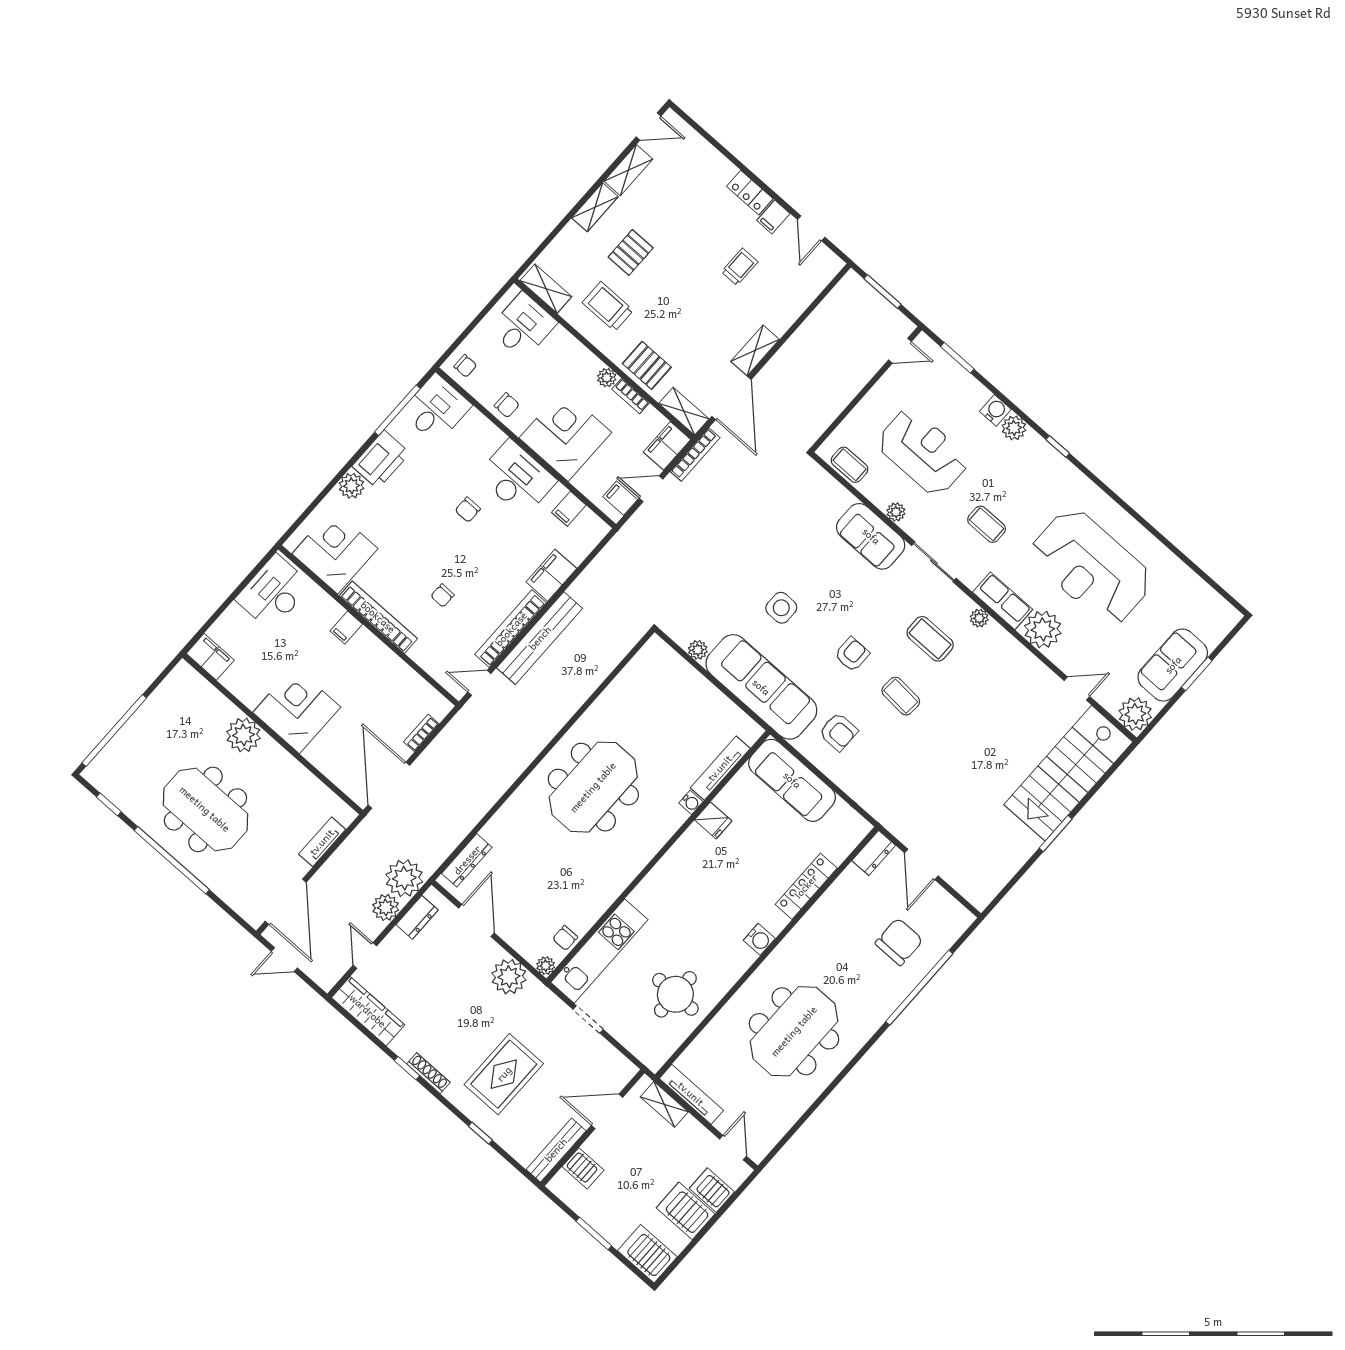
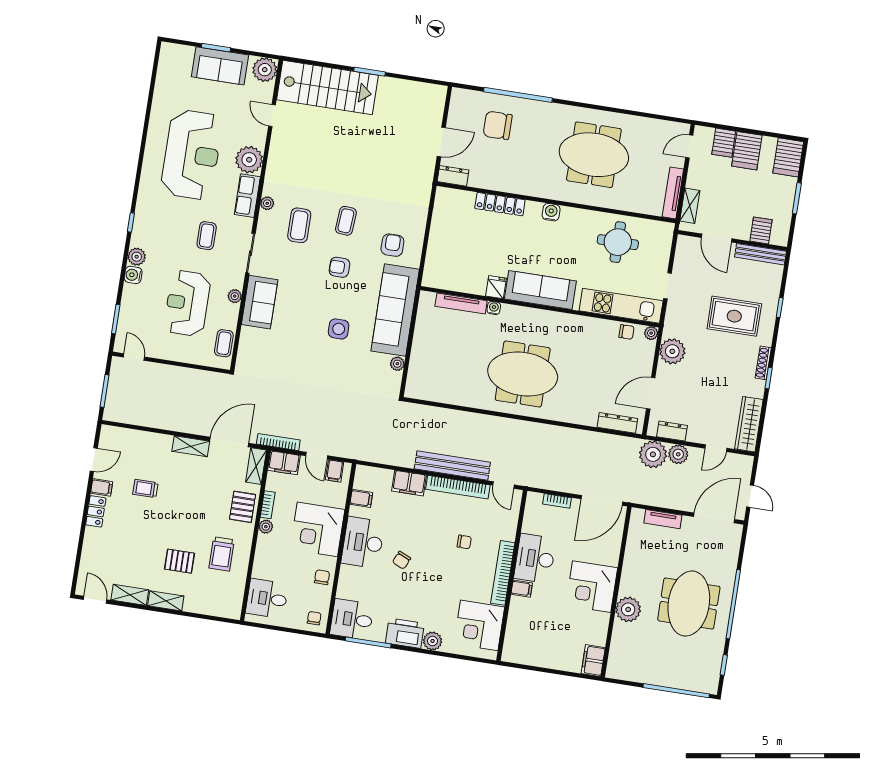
shelving: (546, 289) -> (235, 599), removed
chair: (468, 510) -> (402, 560), turned 114
desk: (273, 592) -> (535, 558), moved, turned 90
sofa: (792, 780) -> (540, 290), moved, turned -90

